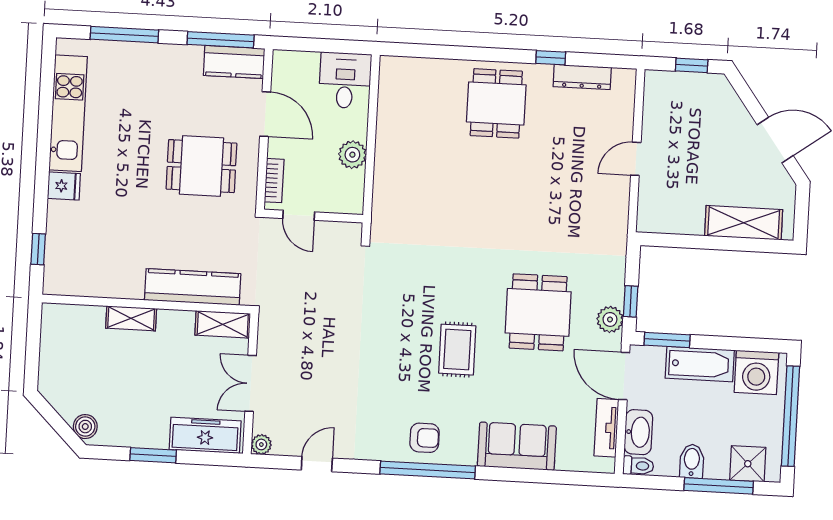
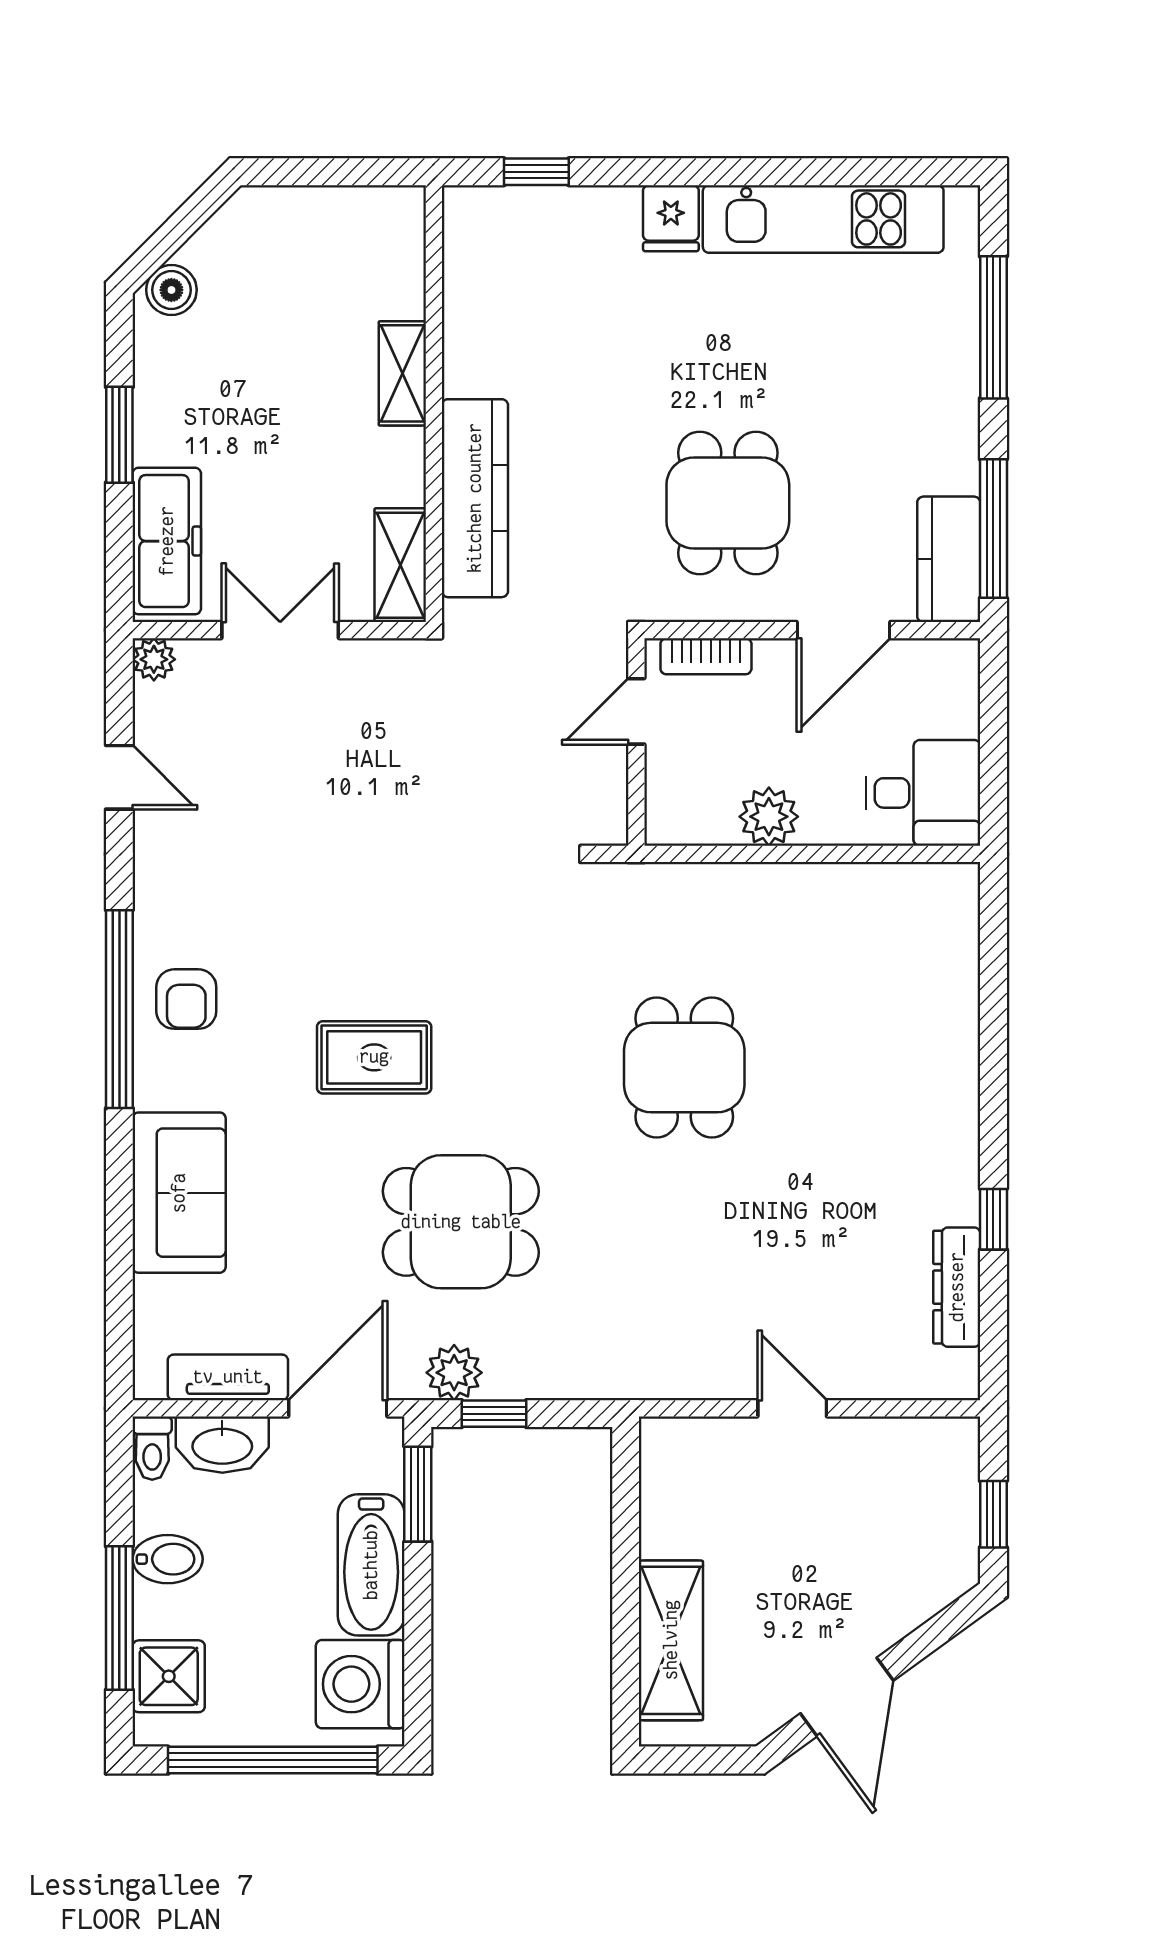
dining table: (496, 103) -> (684, 1068), moved, turned 90

